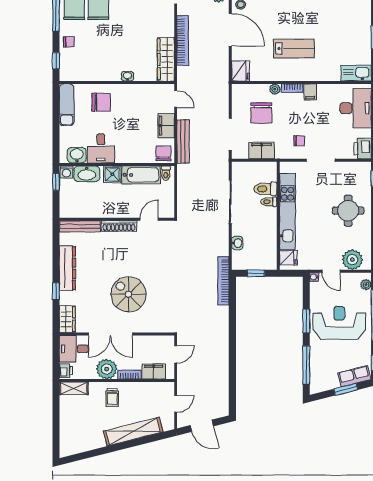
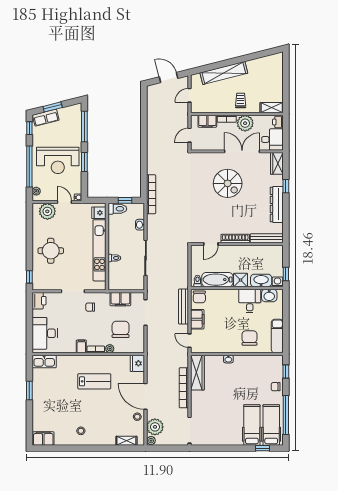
lab bench: (294, 48) -> (94, 381), turned 180
chair: (101, 102) -> (250, 338), turned 90
toilet: (265, 189) -> (117, 209), moved

